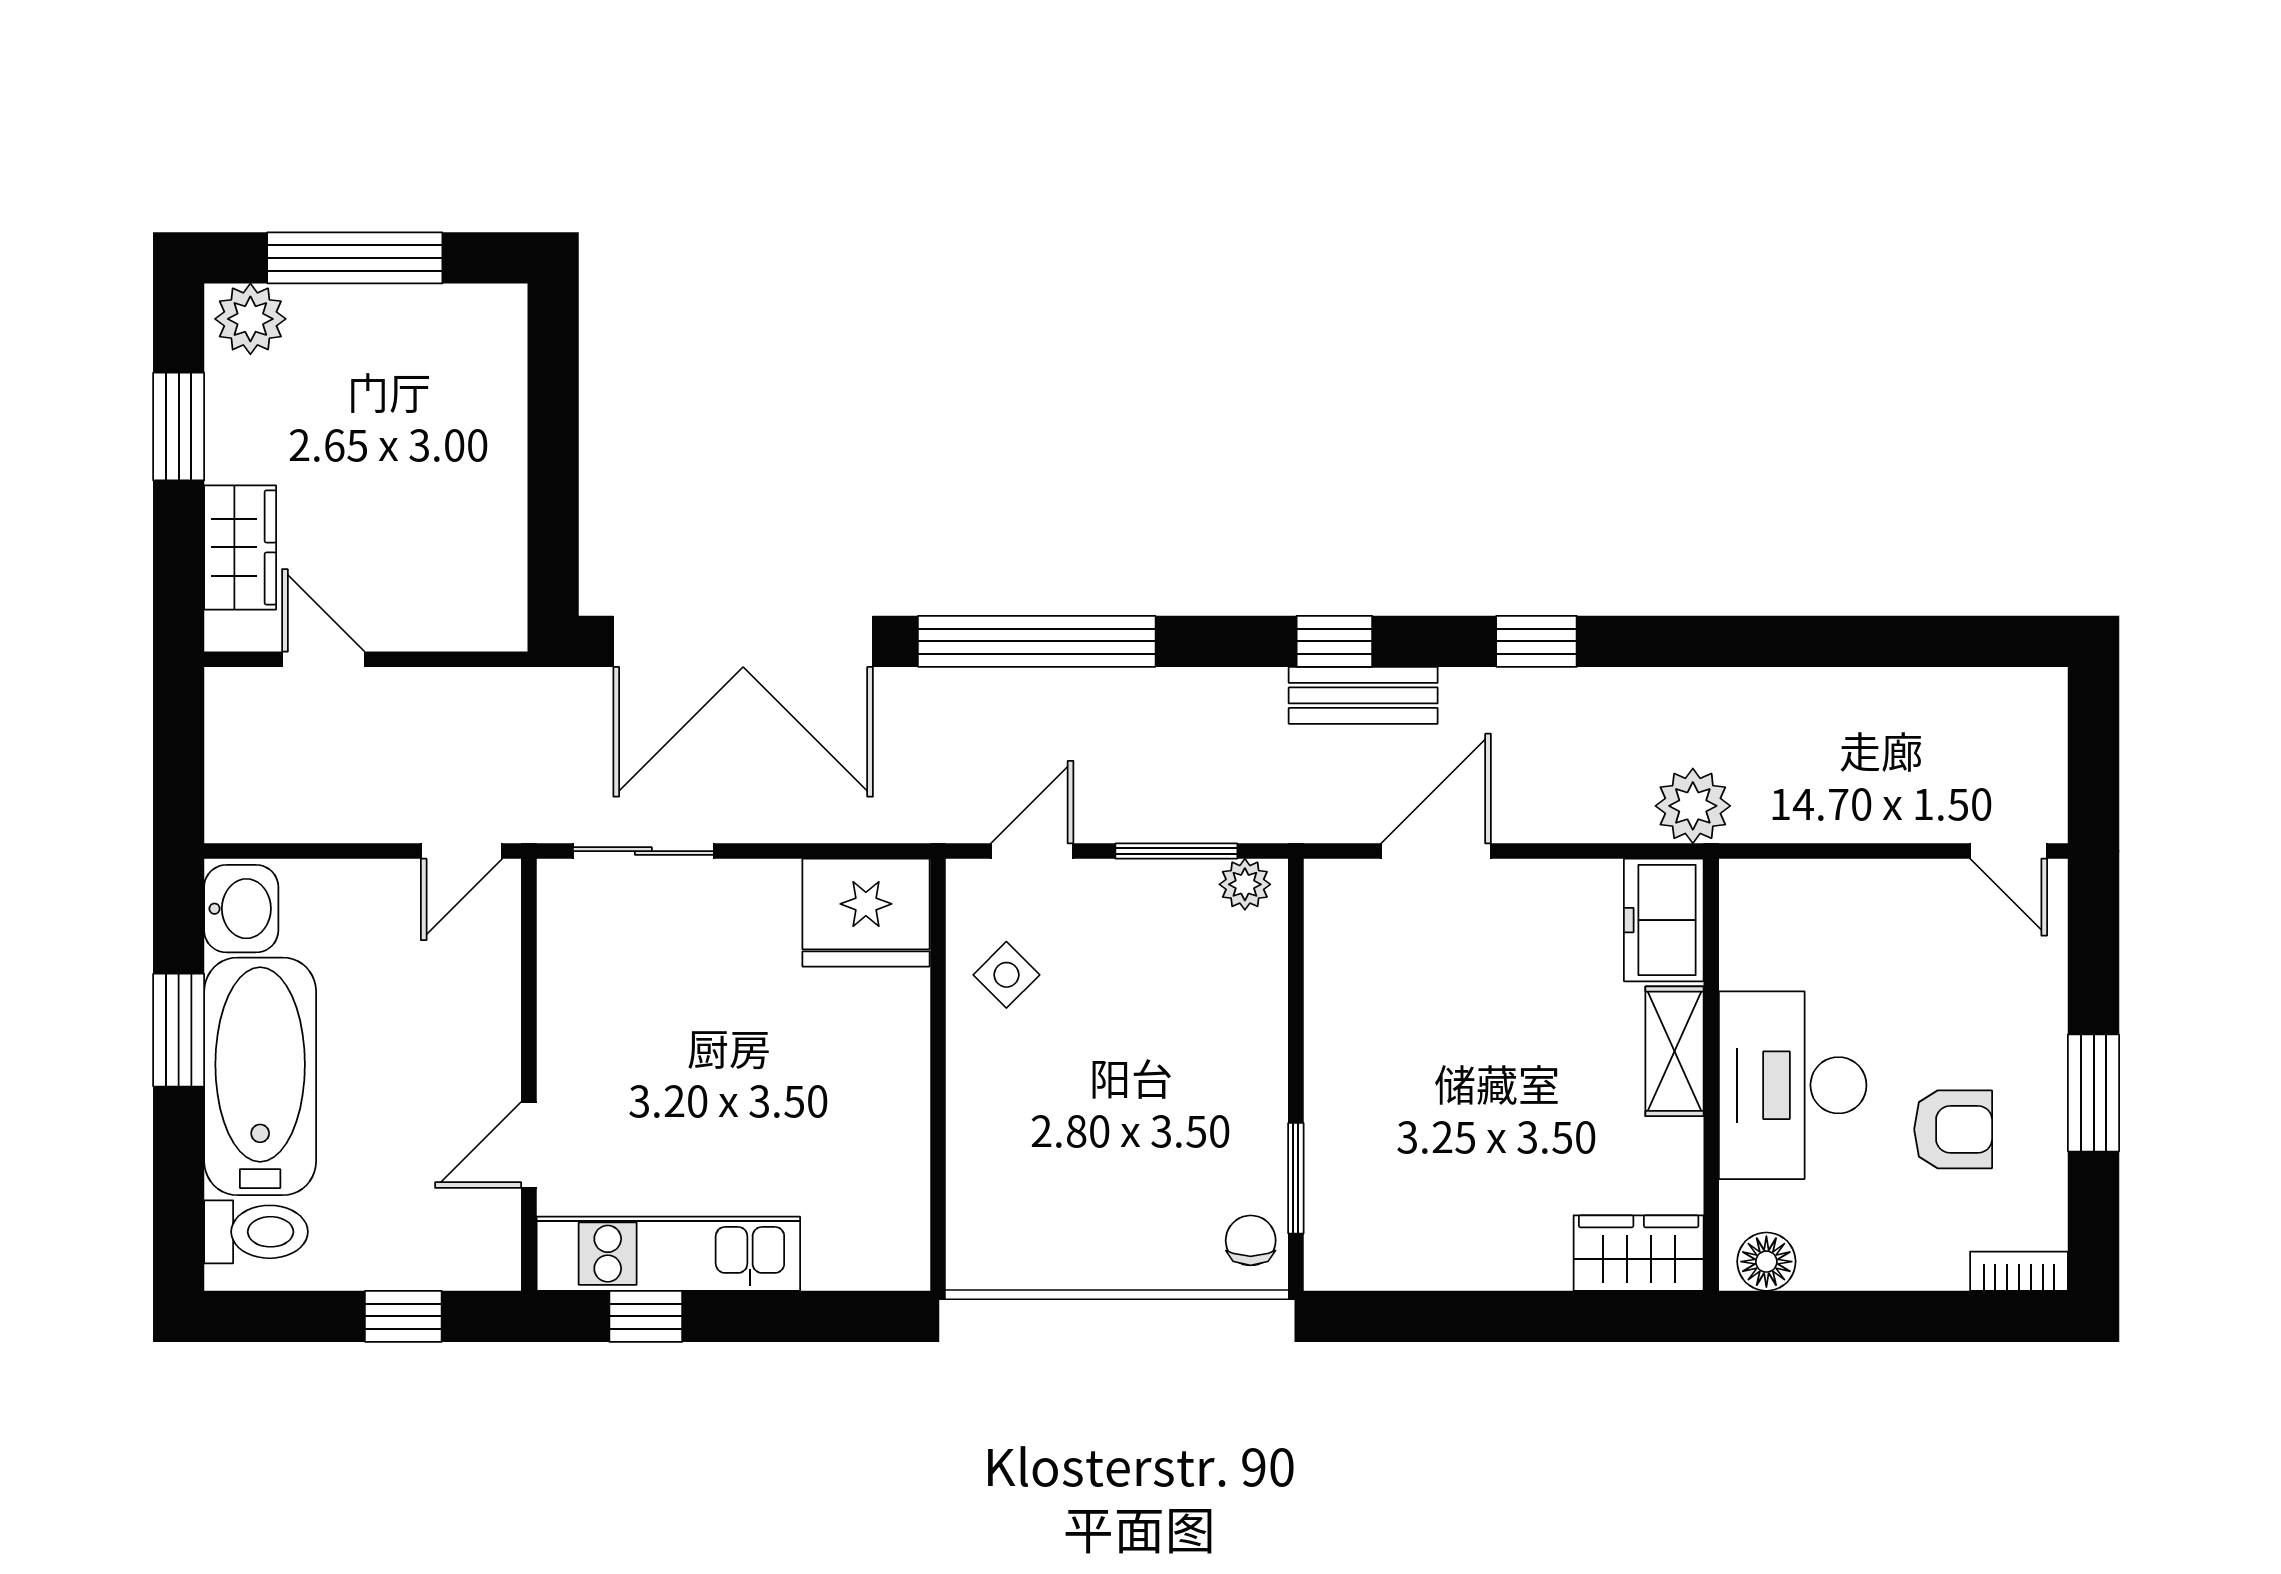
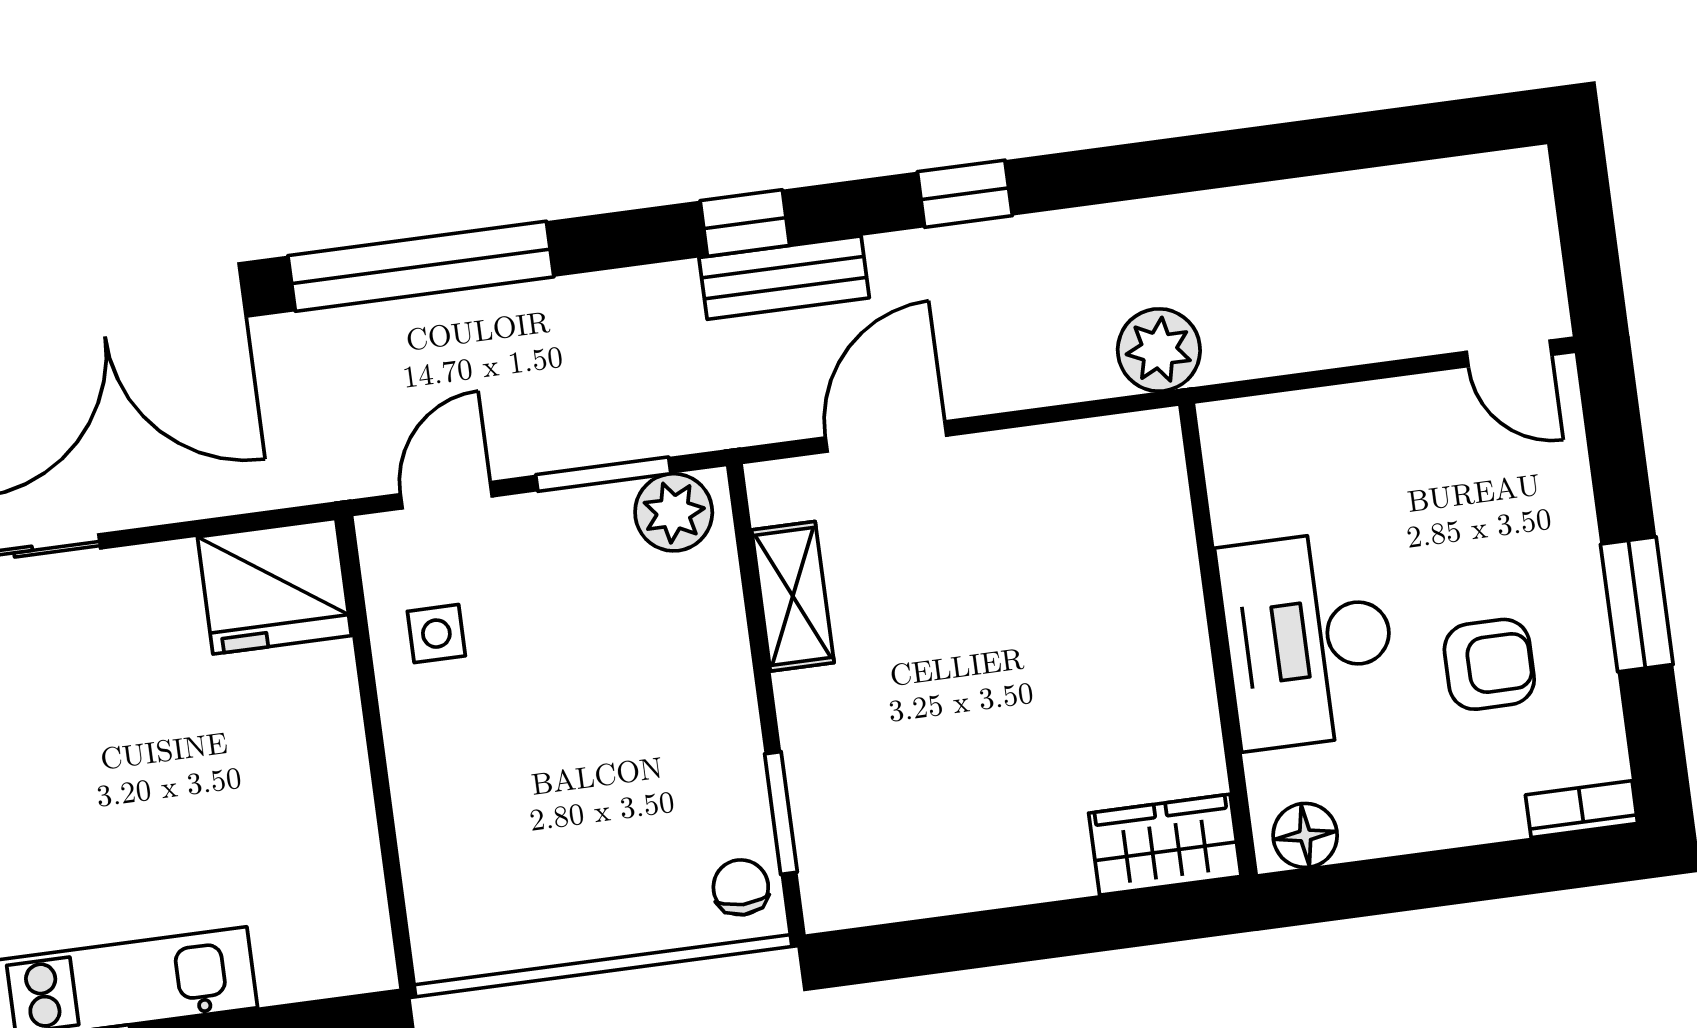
plant: (1245, 884) -> (674, 512), width x1.38, depth x1.38
freezer: (1664, 920) -> (1144, 478), removed
side table: (1006, 975) -> (436, 634), turned 45
shelving: (1674, 1051) -> (793, 596), moved

